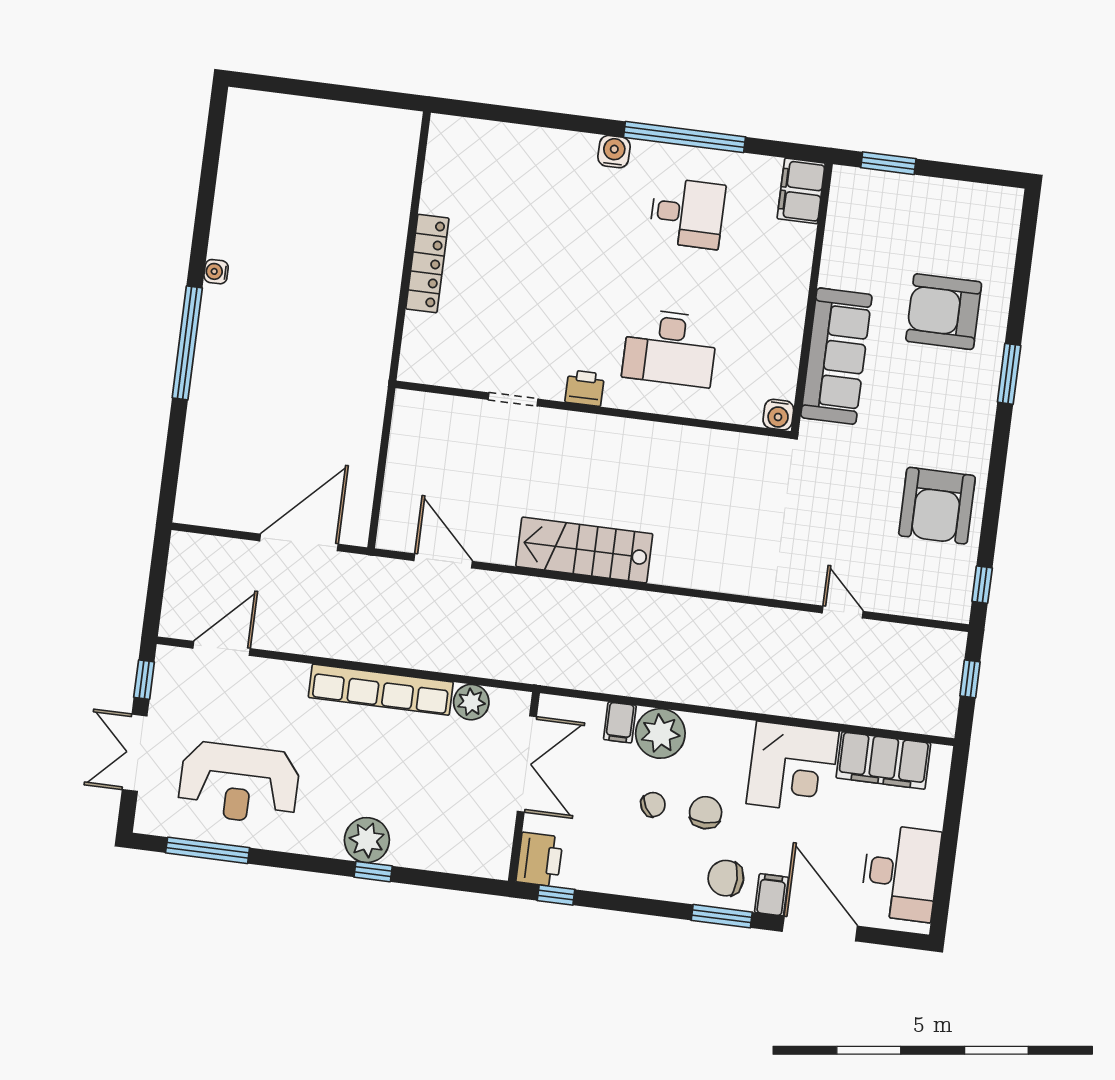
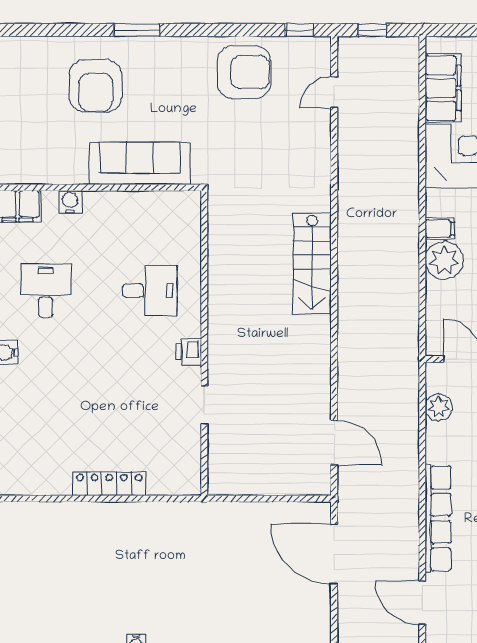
desk: (670, 348) -> (150, 291), width x0.73
water cooler: (778, 415) -> (70, 202), moved, turned -90
stairs: (584, 550) -> (312, 263), moved
door: (443, 561) -> (334, 443), swing flipped
door: (843, 612) -> (334, 92), moved
row of seats: (381, 690) -> (438, 518), moved
filing cabinet: (620, 722) -> (440, 229), moved

